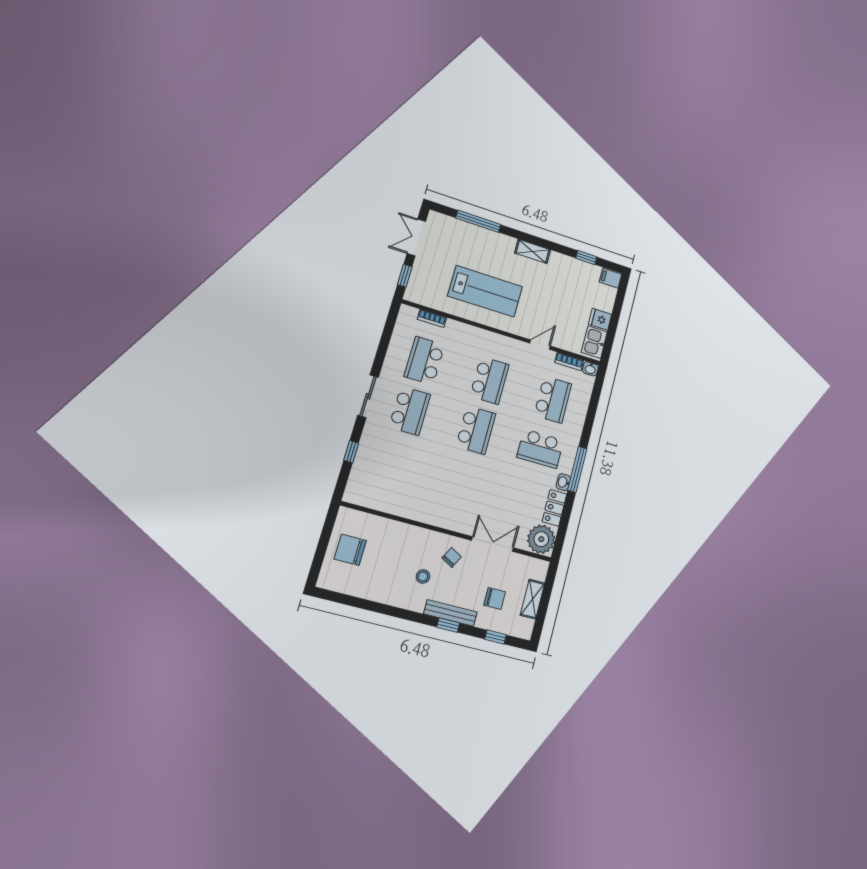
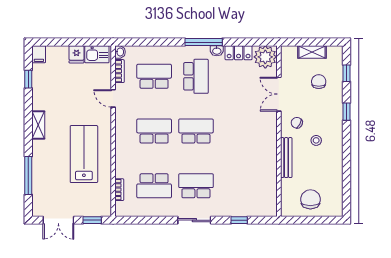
chair: (350, 550) -> (310, 199), turned 180
bench: (451, 613) -> (286, 158), moved

